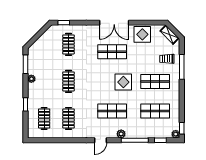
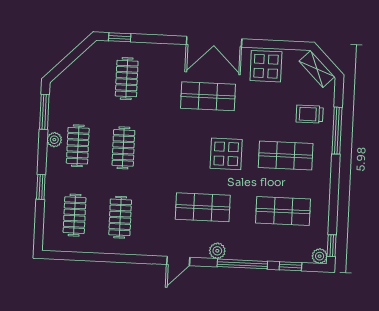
clothes rail: (44, 81) -> (78, 146), added

